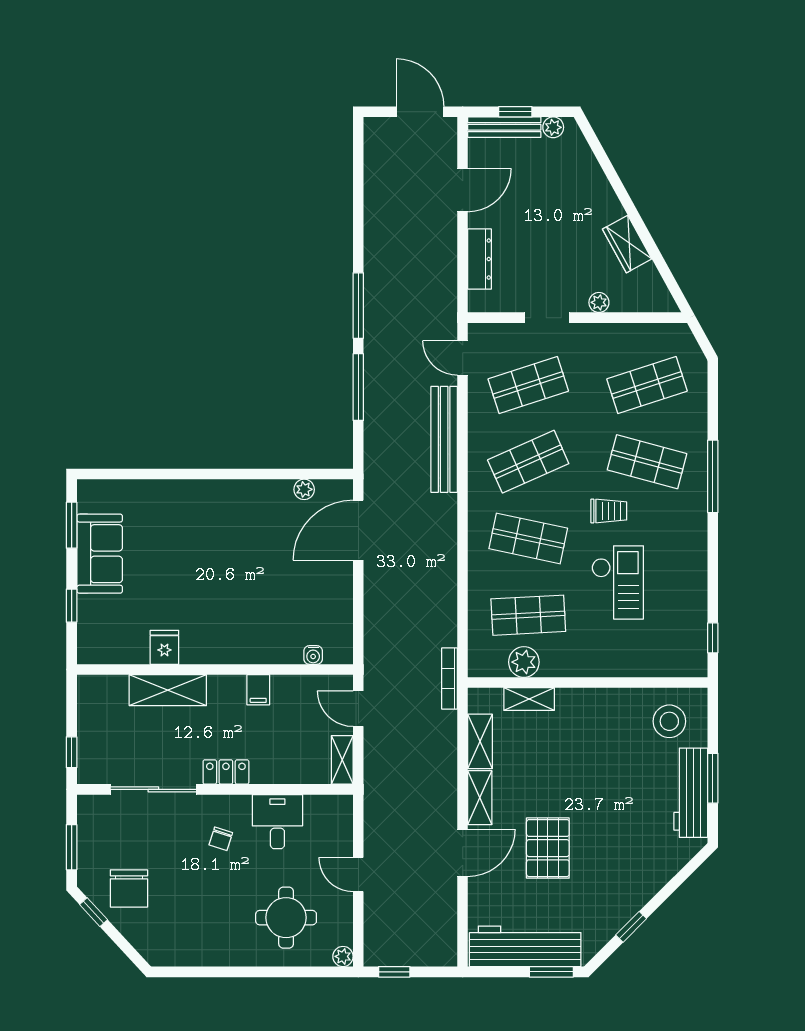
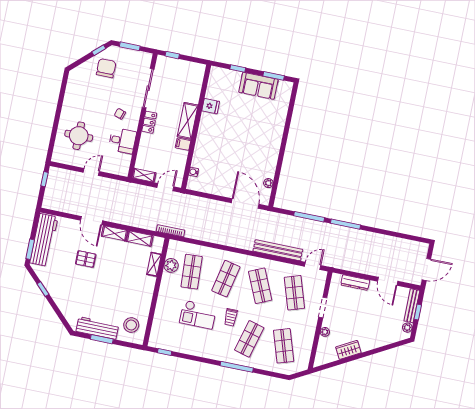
shelving: (168, 690) -> (188, 121), moved
pallet: (548, 848) -> (86, 259), width x0.67, depth x0.71
chair: (129, 888) -> (106, 68), turned 90
plant: (343, 956) -> (56, 158), removed

